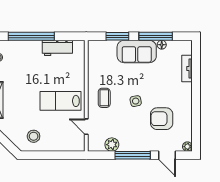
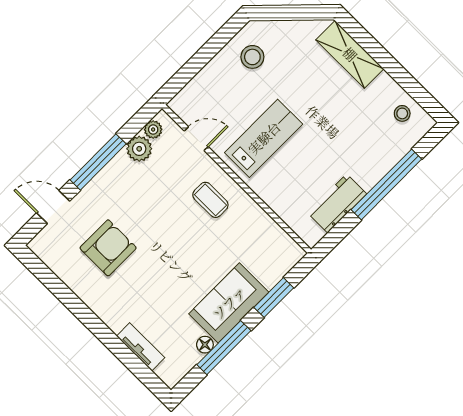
side table: (136, 101) -> (165, 237), removed
plant: (187, 147) -> (153, 130), moved

